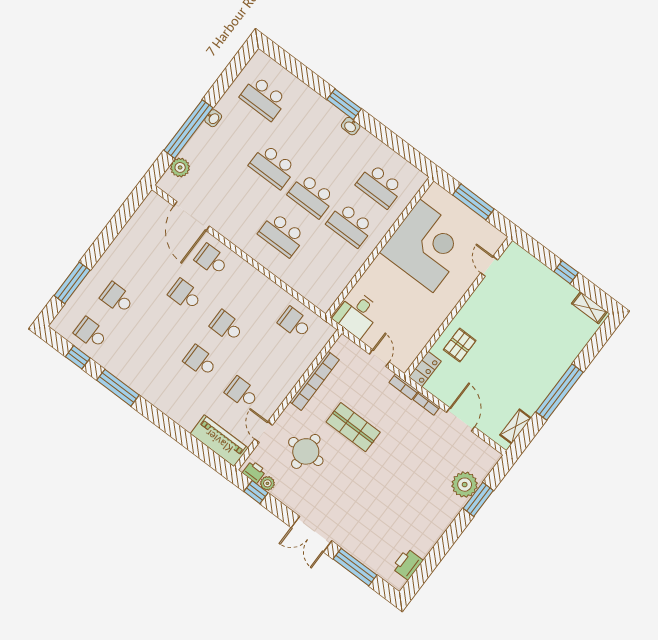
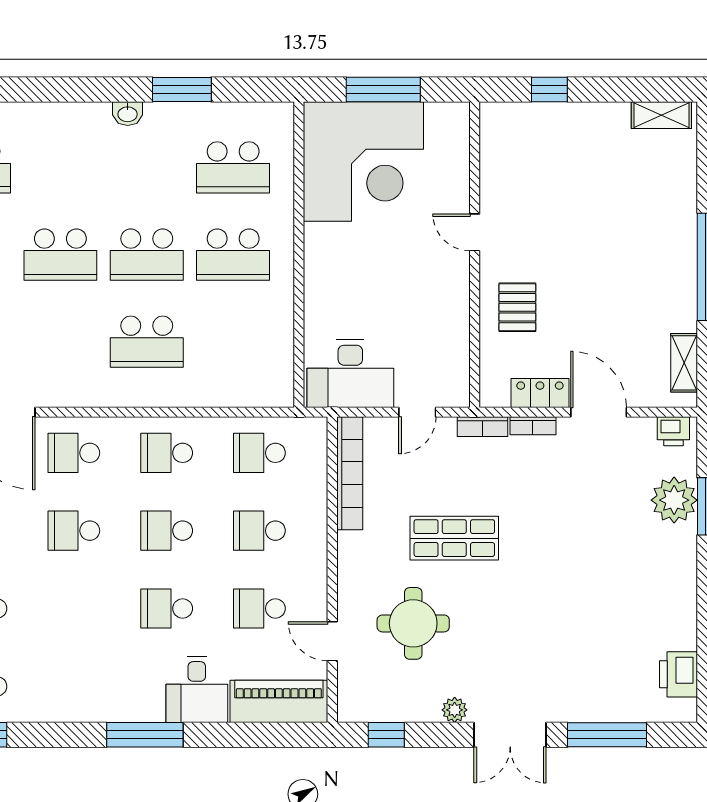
window: (344, 104) -> (182, 89), moved
corner desk: (426, 246) -> (363, 161), moved, turned 90
door: (489, 266) -> (475, 232), moved
window: (566, 272) -> (549, 89), moved
school desk: (253, 291) -> (167, 453), added
desk: (357, 314) -> (350, 374), width x1.37
school desk: (268, 358) -> (259, 531), added
door: (379, 358) -> (417, 412), swing flipped
locker: (425, 369) -> (540, 393), moved, turned -90
bookcase: (315, 381) -> (350, 473), moved
window: (118, 388) -> (145, 735), moved
desk: (186, 408) -> (197, 689), added
printer: (254, 472) -> (673, 431), moved, turned 180
plant: (267, 483) -> (455, 710), moved

